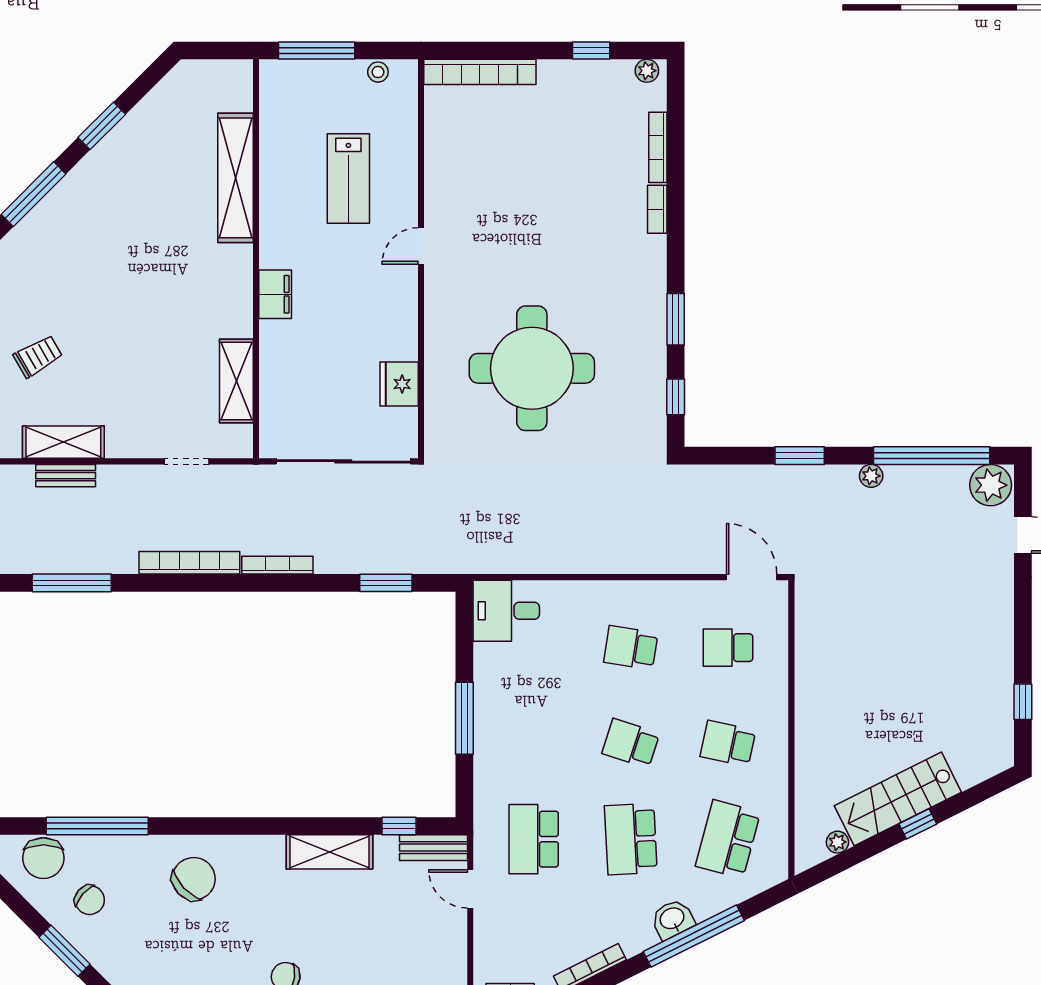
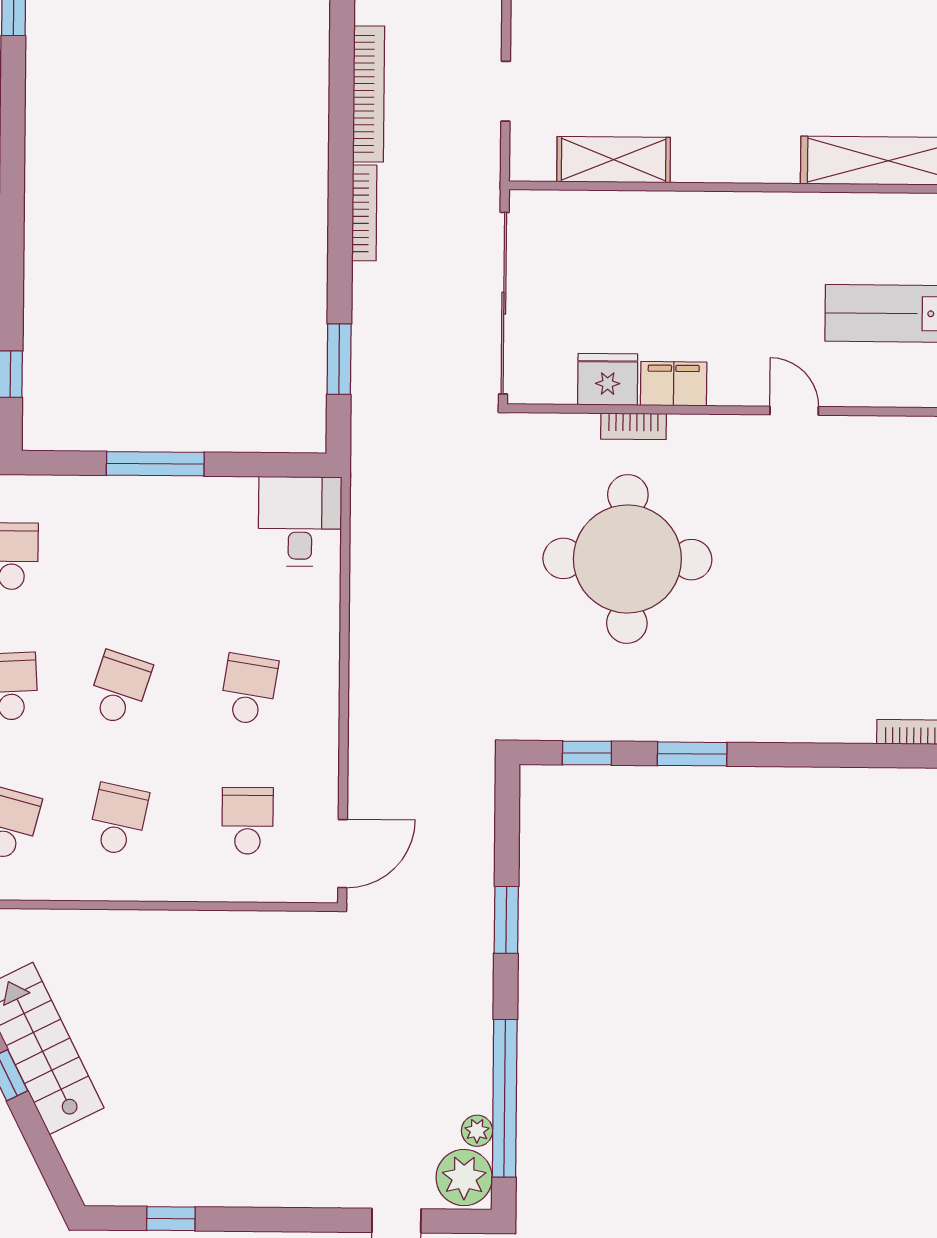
bookcase: (657, 209) -> (633, 426), moved, turned 180
filing cabinet: (275, 294) -> (674, 384), moved, turned 180
plant: (871, 476) -> (477, 1131), moved

